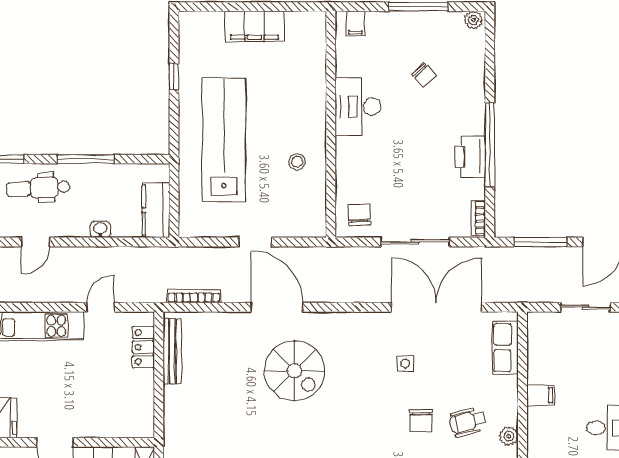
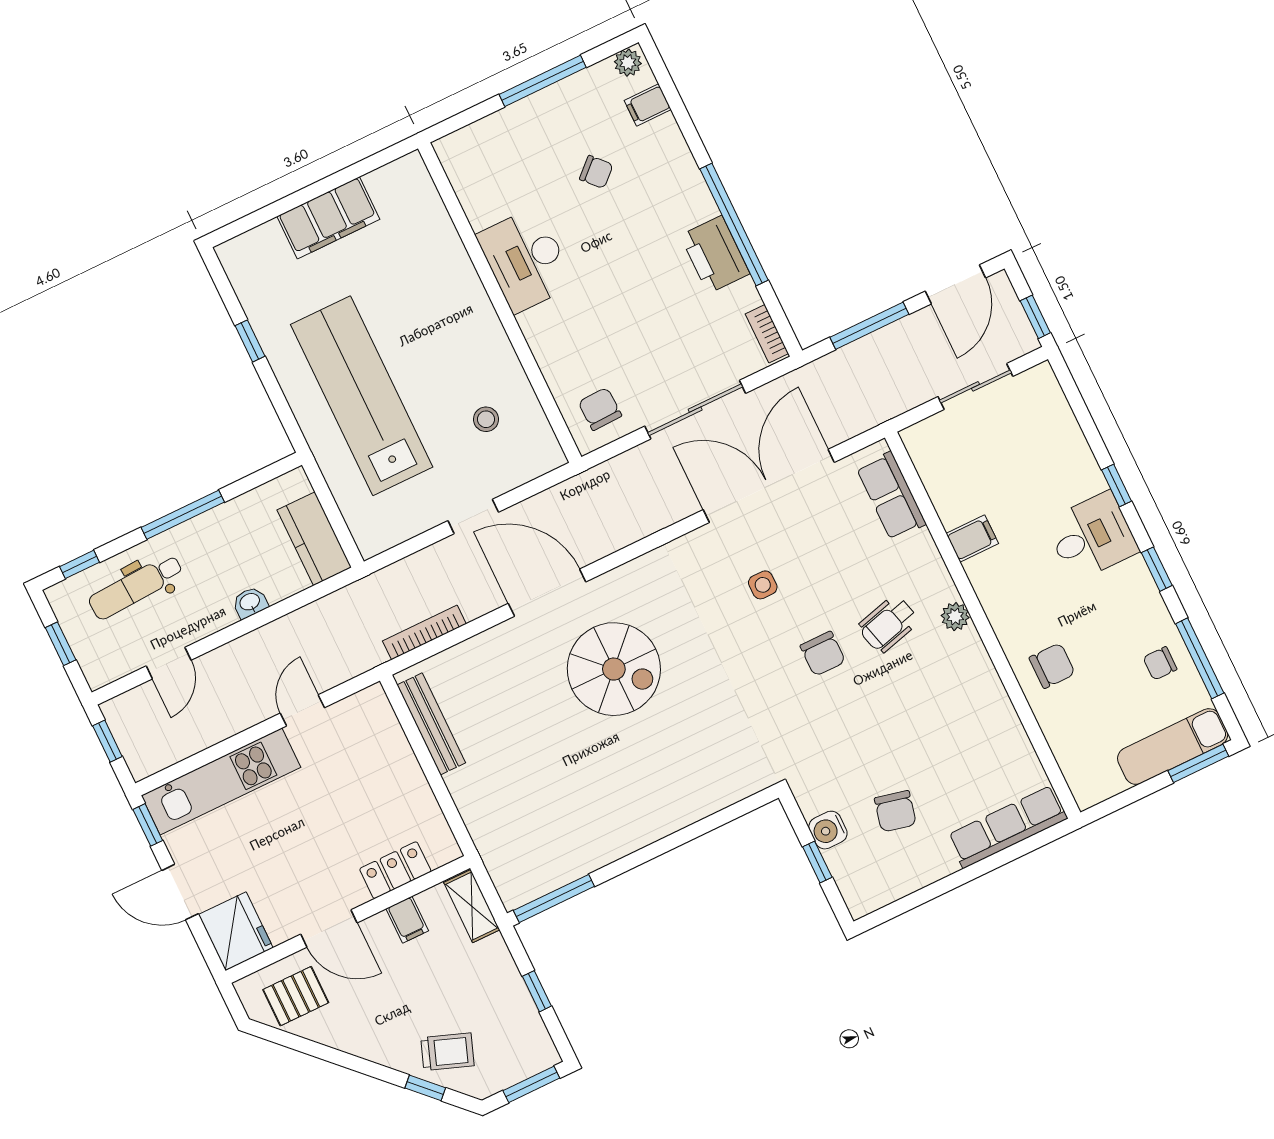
filing cabinet: (355, 24) -> (648, 105), moved, turned 90
stool: (297, 162) -> (486, 419), moved
locker: (143, 347) -> (395, 870), moved, turned 90

